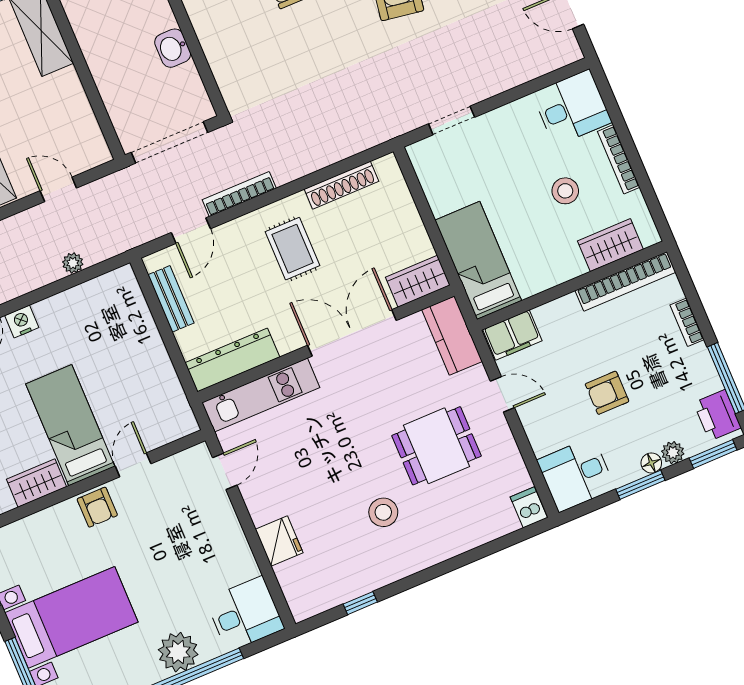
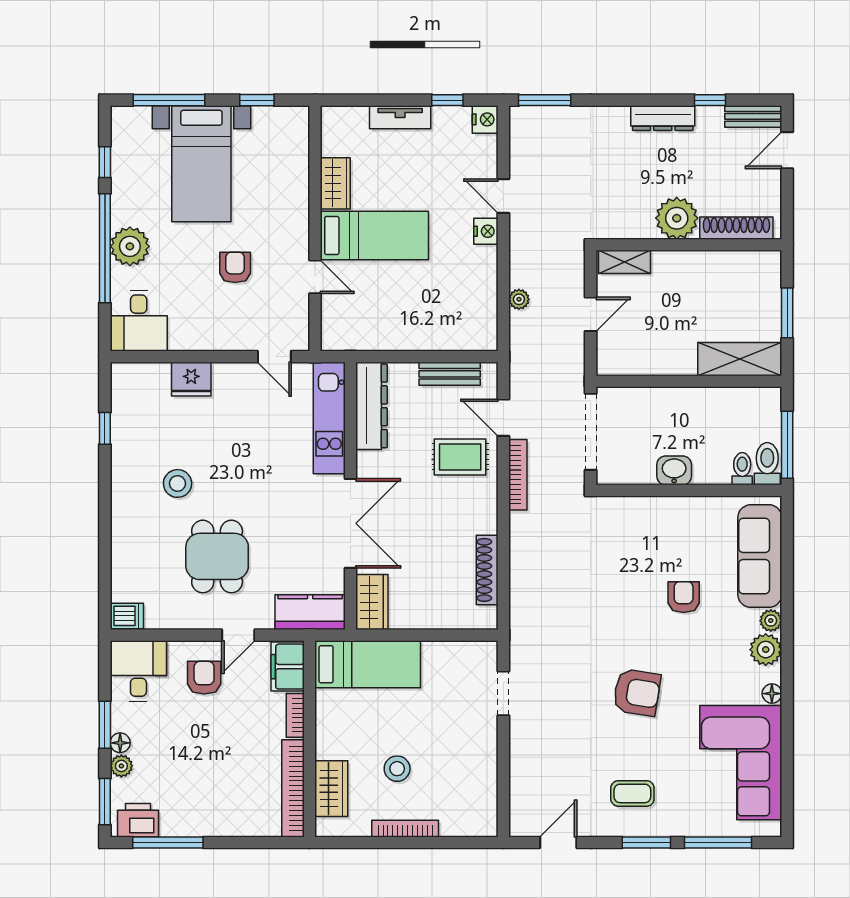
desk: (572, 108) -> (469, 806), removed
rug: (293, 249) -> (460, 457), moved
bookcase: (687, 322) -> (295, 715), moved, turned -90
armchair: (607, 393) -> (204, 678), moved
armchair: (97, 507) -> (235, 267), moved, turned 90

